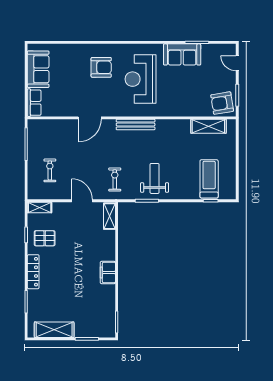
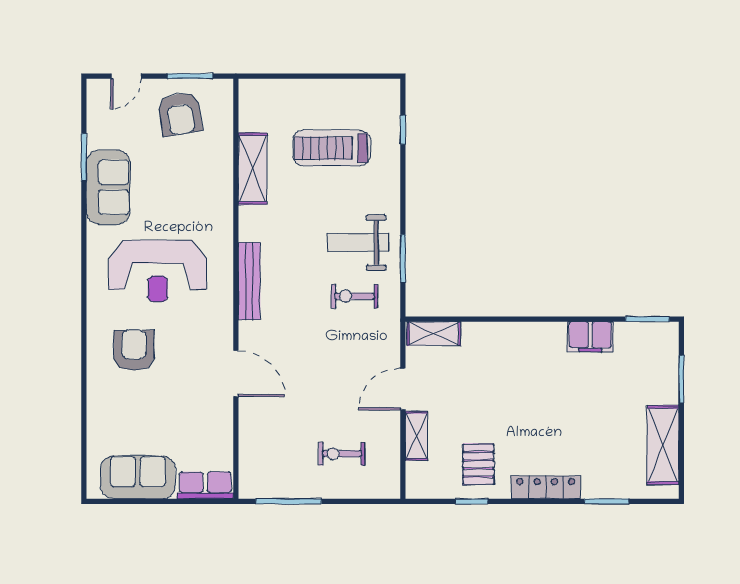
armchair: (222, 103) -> (180, 114), moved
shelving: (208, 126) -> (253, 169), moved
exercise bike: (115, 179) -> (355, 296), moved
treadmill: (209, 179) -> (332, 148), moved
shelving: (40, 207) -> (416, 436), moved
filing cabinet: (108, 272) -> (590, 337), moved

